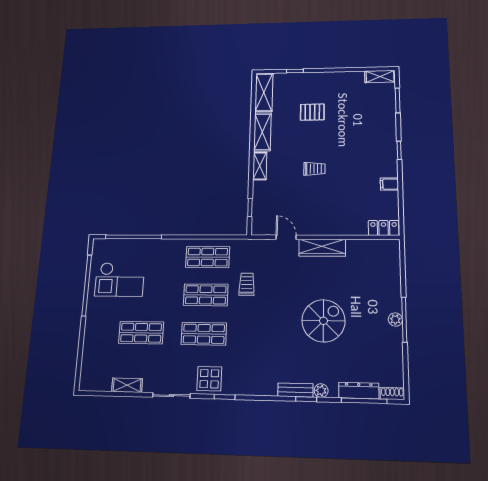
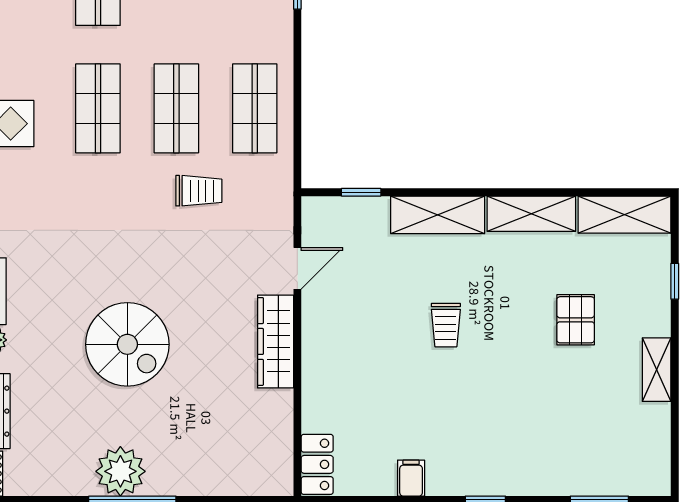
shelving: (380, 77) -> (657, 370), moved
shelving: (260, 166) -> (438, 215), width x1.50, depth x1.33
plant: (395, 320) -> (120, 471), width x1.87, depth x1.87

